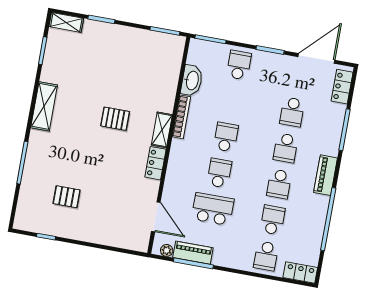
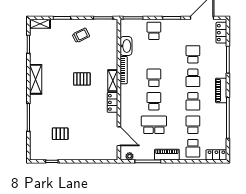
trolley: (126, 52) -> (81, 35), added
school desk: (292, 112) -> (193, 54), turned 180
piano: (193, 253) -> (167, 155), moved

